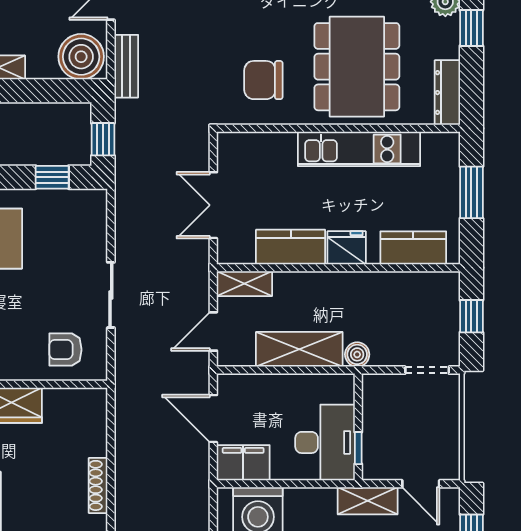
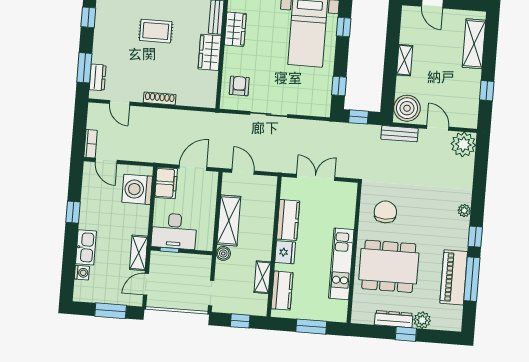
dresser: (447, 93) -> (394, 319), moved
shelving: (244, 284) -> (262, 277), moved

